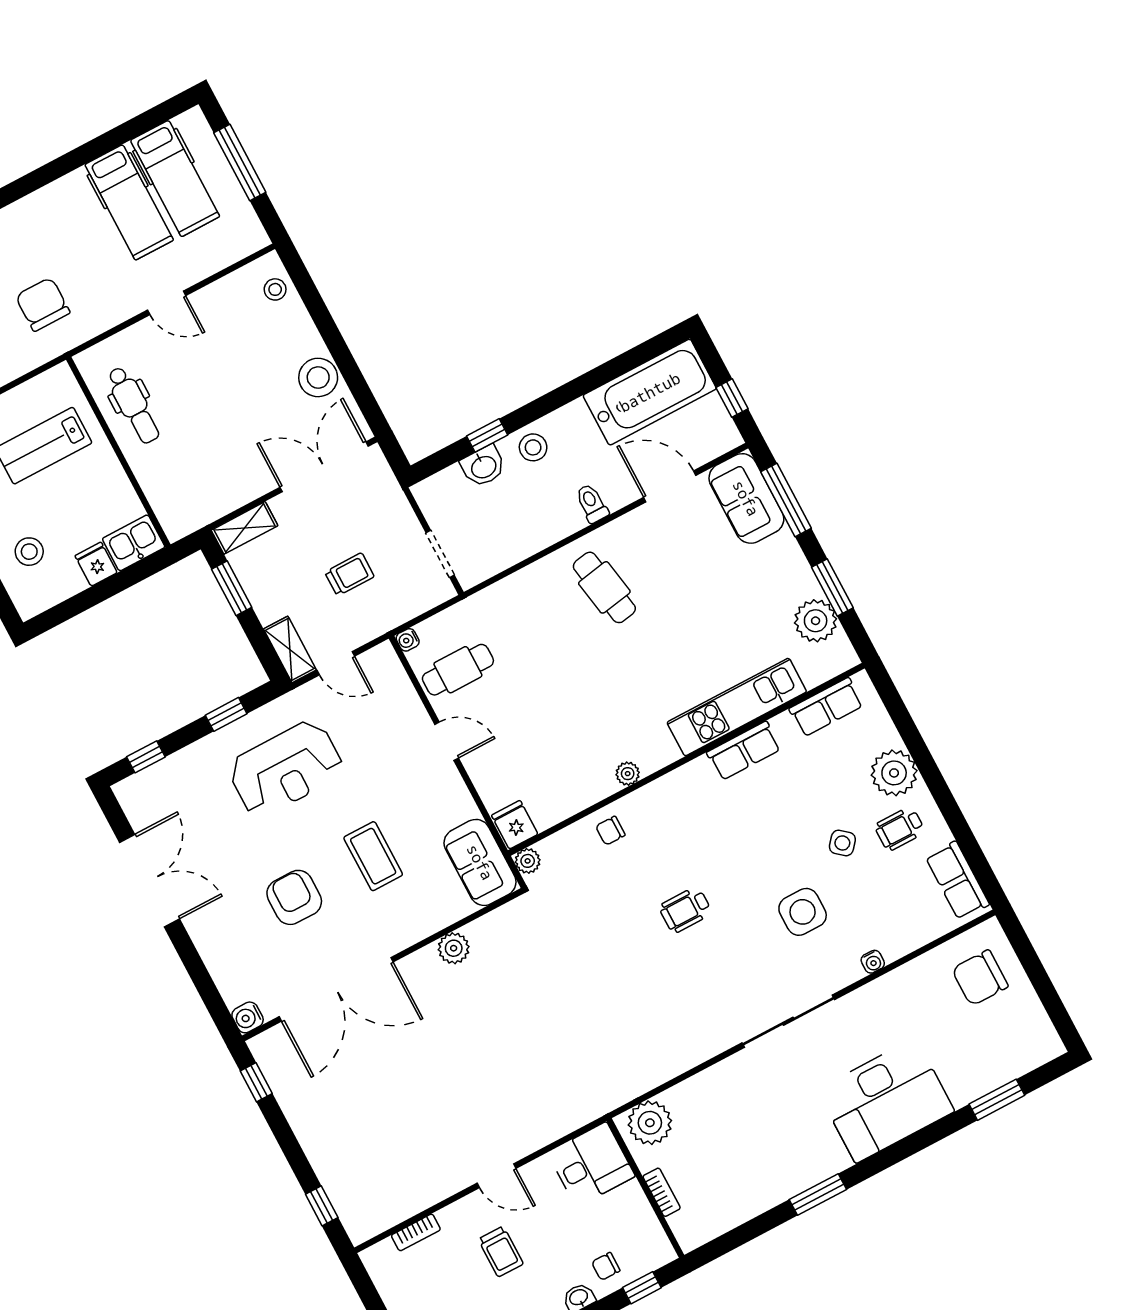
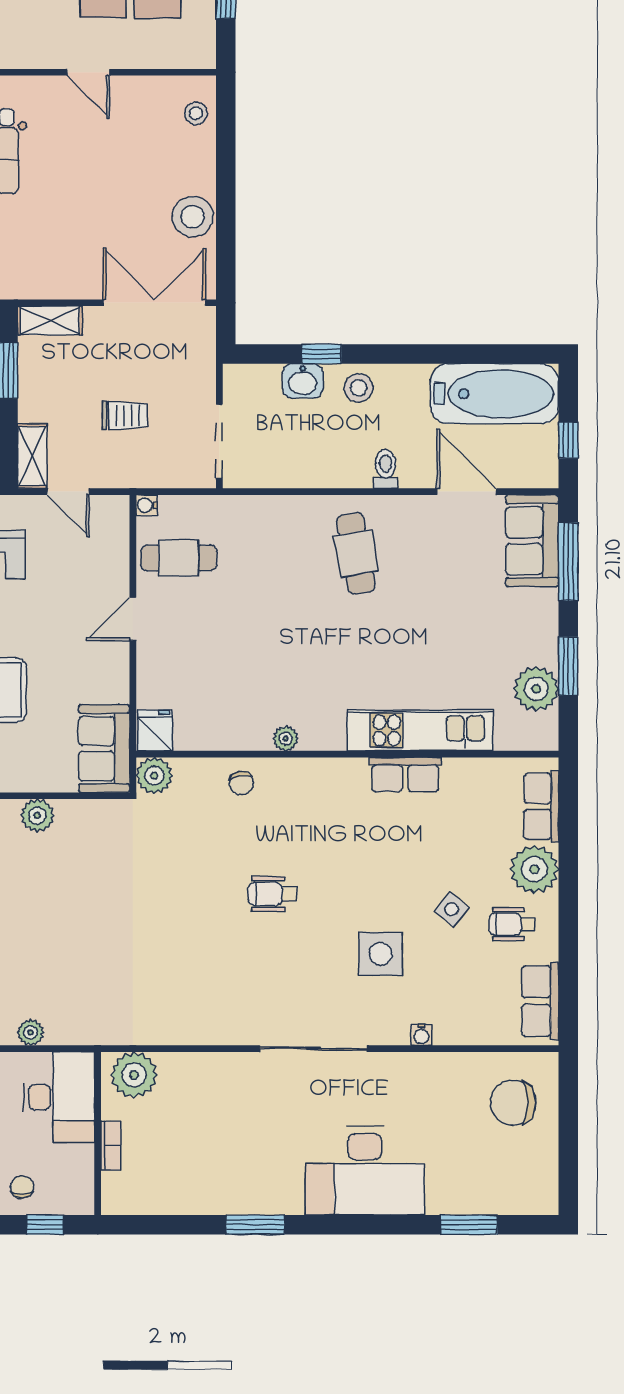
doorway: (440, 554) -> (219, 441), width x1.38
row of seats: (826, 707) -> (541, 806), moved, turned 90
door: (447, 741) -> (133, 619), swing flipped
chair: (610, 831) -> (241, 783), turned -100
plant: (528, 861) -> (154, 776), width x1.38, depth x1.38
plant: (544, 1133) -> (31, 1032), added
desk: (591, 1164) -> (59, 1097), width x1.37
chair: (606, 1266) -> (22, 1187), turned 90

